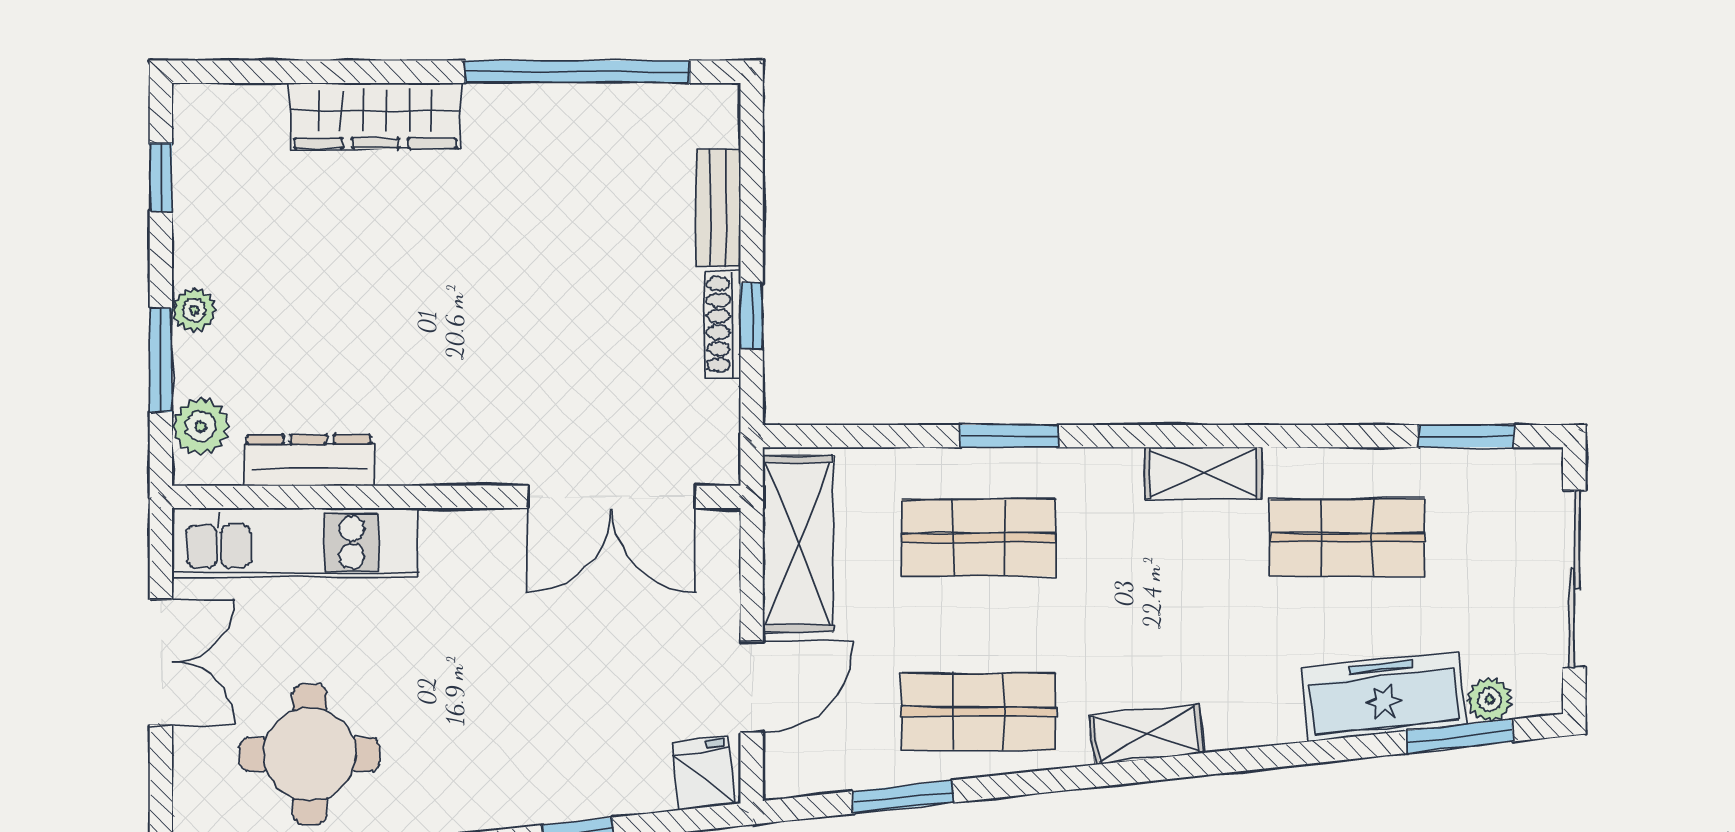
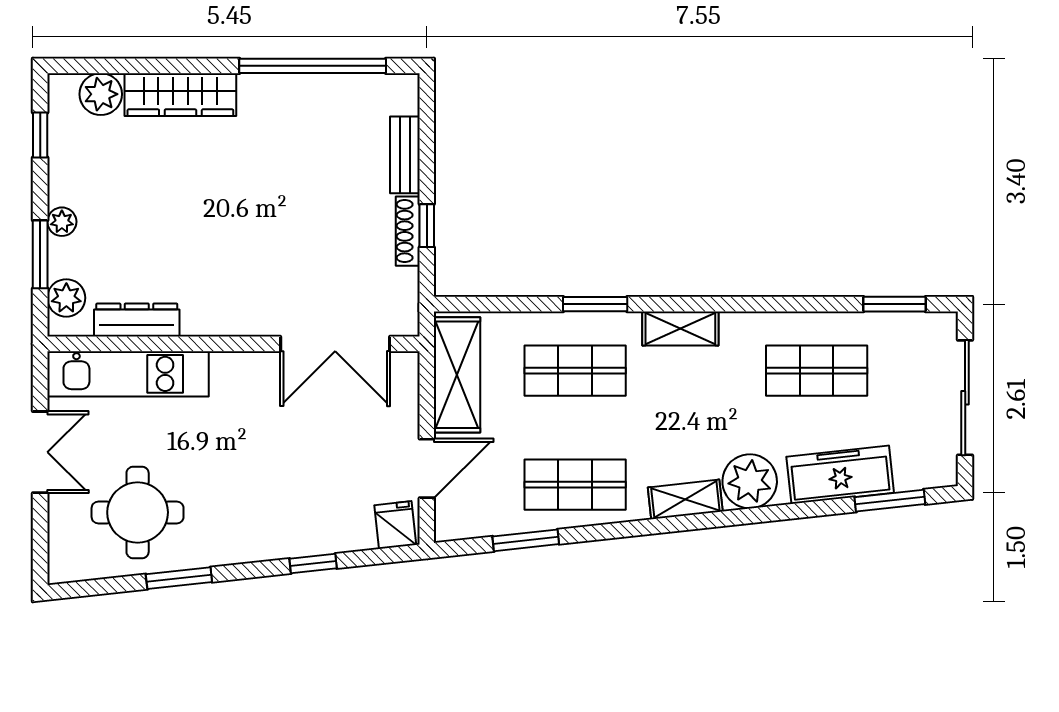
plant: (253, 115) -> (101, 94), added
shelving: (1203, 473) -> (680, 329), moved
plant: (1490, 700) -> (750, 481), moved, width x1.87, depth x1.87

